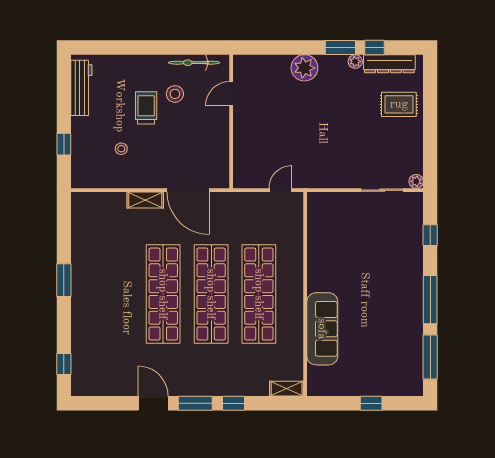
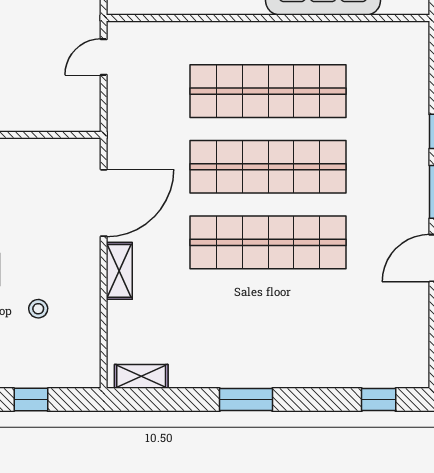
door: (280, 190) -> (104, 57), hinge flipped
shelving: (287, 389) -> (141, 376), moved, turned 90

